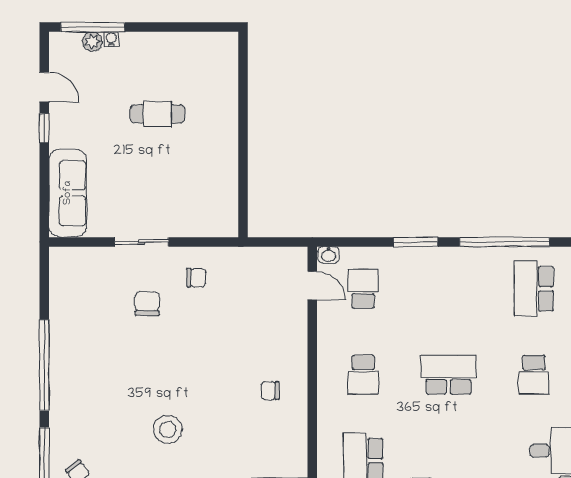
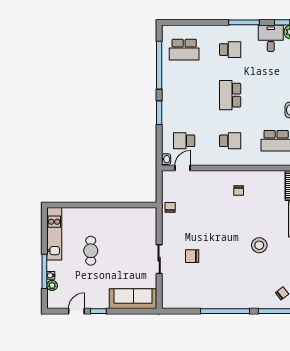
window: (93, 27) -> (44, 271), moved
kitchen unit: (189, 46) -> (54, 234), added
chair: (196, 278) -> (170, 207), moved

